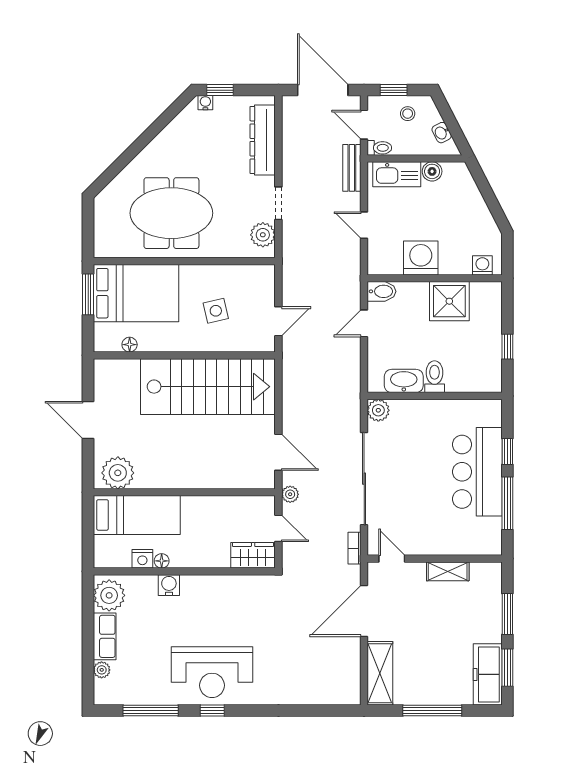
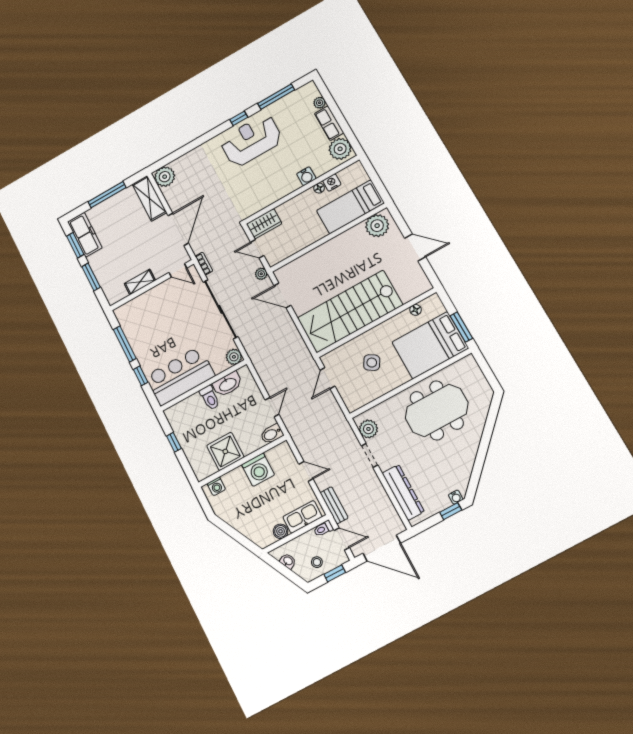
side table: (216, 311) -> (372, 363), turned 45
bar counter: (477, 472) -> (180, 376), moved, turned -90
plant: (346, 690) -> (165, 177), added

